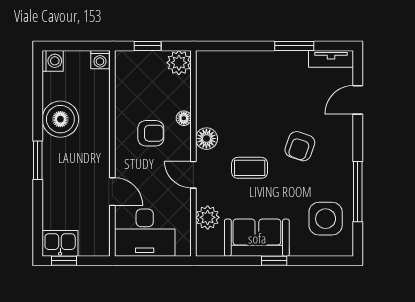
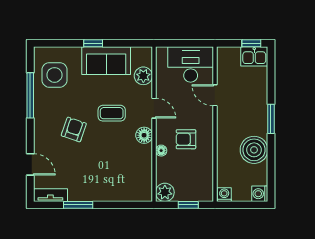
door: (358, 100) -> (30, 164), hinge flipped

